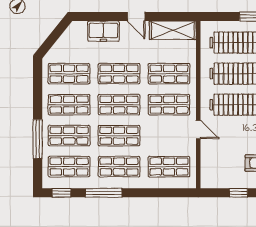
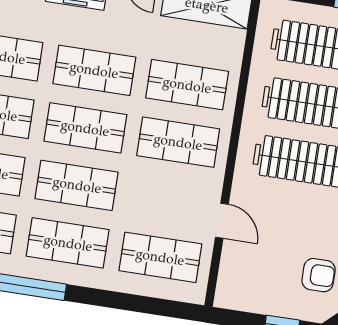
door: (198, 130) -> (222, 221), moved

